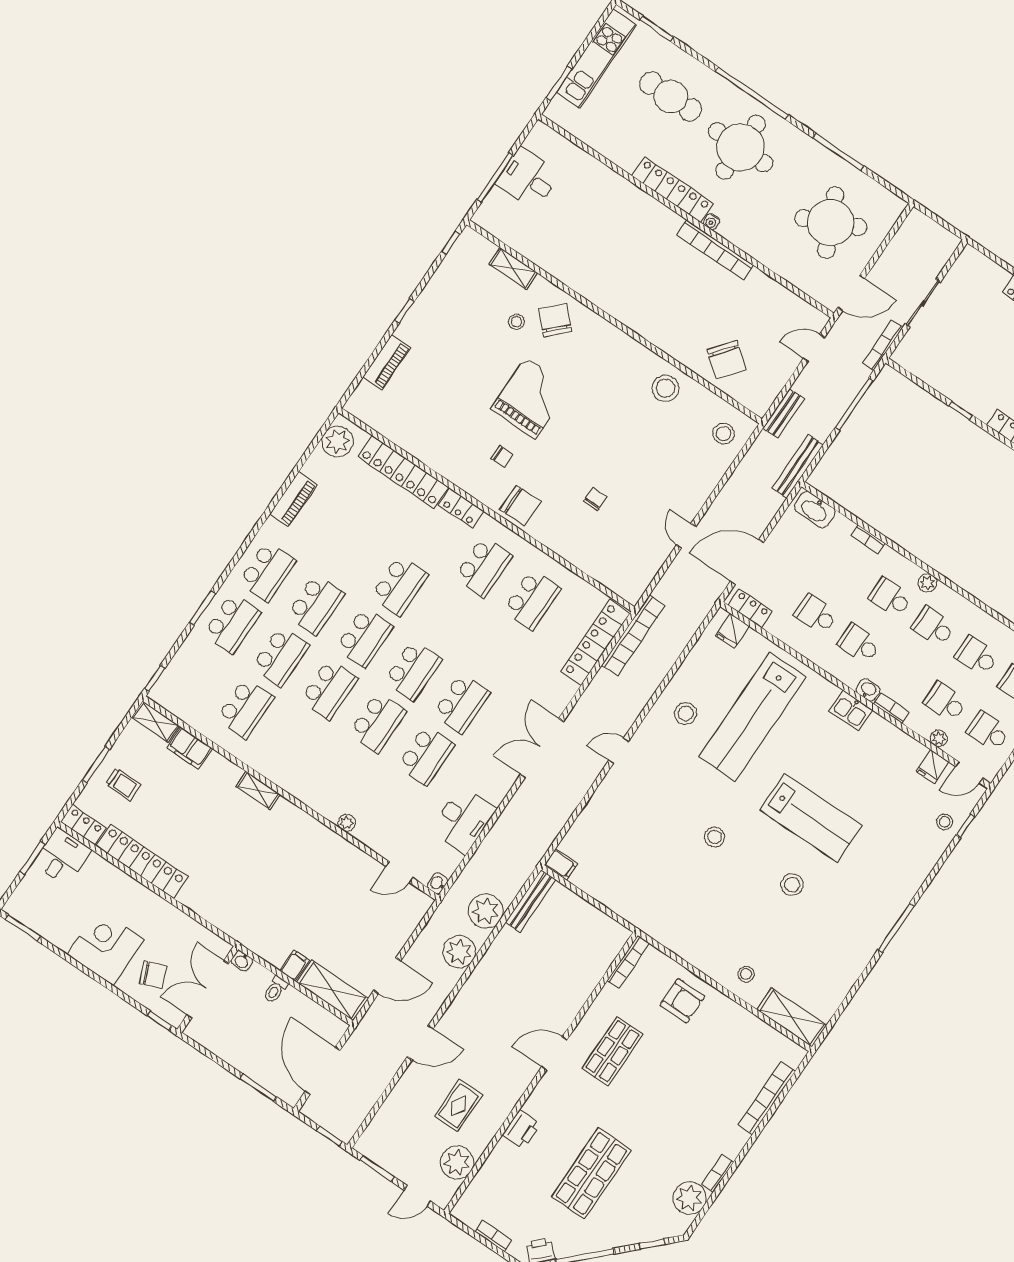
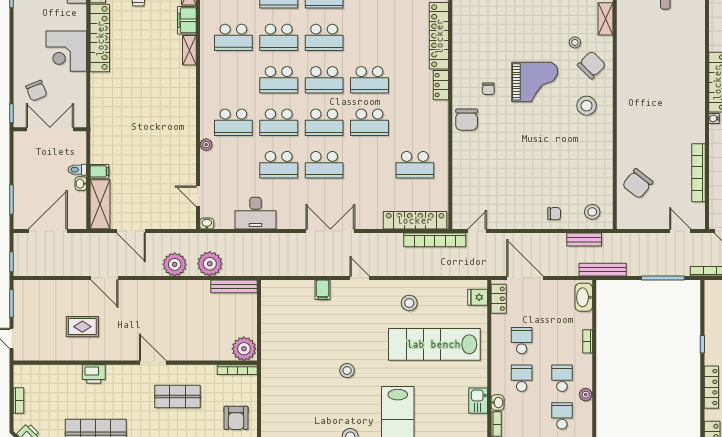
bookcase: (715, 250) -> (699, 173), moved
stool: (665, 388) -> (587, 106), moved
bench: (784, 413) -> (584, 240), moved
chair: (595, 499) -> (554, 214), moved
door: (686, 536) -> (477, 231), moved
school desk: (483, 567) -> (369, 122), moved
school desk: (342, 774) -> (233, 122), added
shelving: (258, 790) -> (189, 50), moved
filing cabinet: (561, 864) -> (322, 290), moved
corner desk: (106, 947) -> (66, 51), moved, turned 180
washbasin: (242, 961) -> (81, 184), moved
plant: (457, 1162) -> (244, 349), moved

